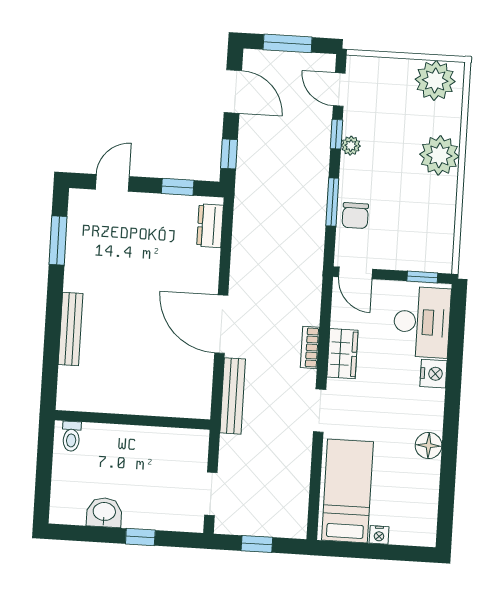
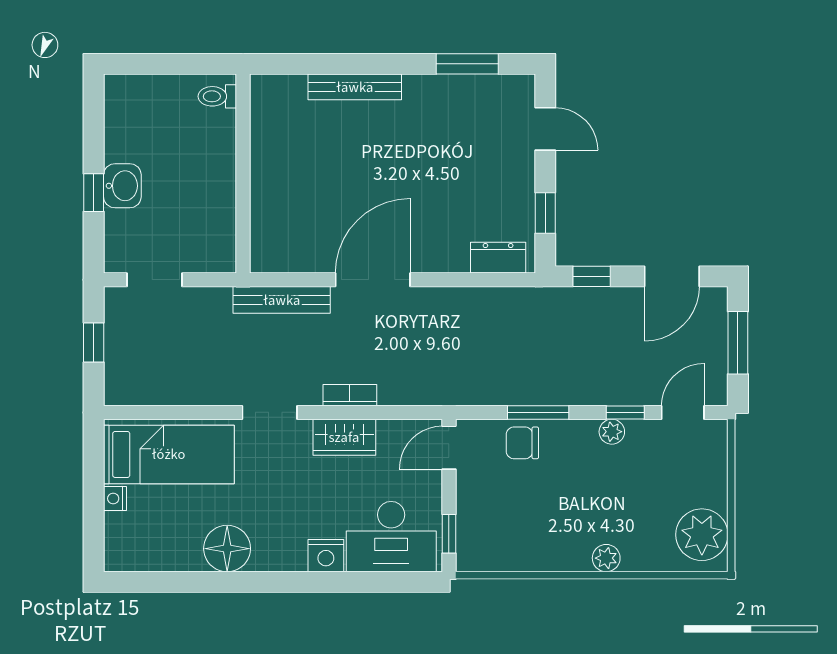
plant: (439, 155) -> (606, 558), width x0.53, depth x0.53
floor lamp: (429, 445) -> (227, 549), width x1.38, depth x1.38
washbasin: (104, 512) -> (122, 186), moved

